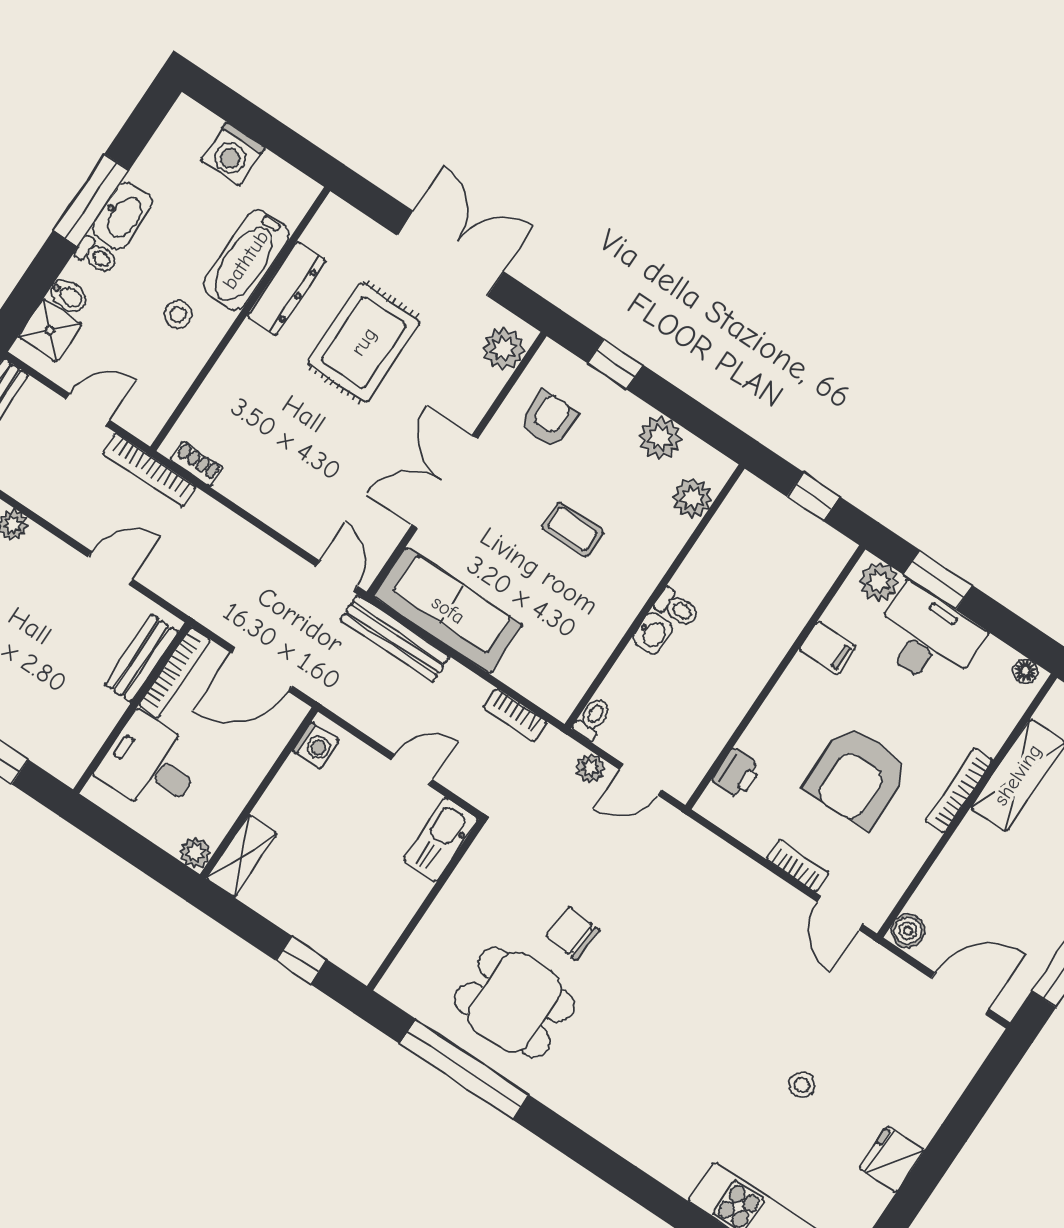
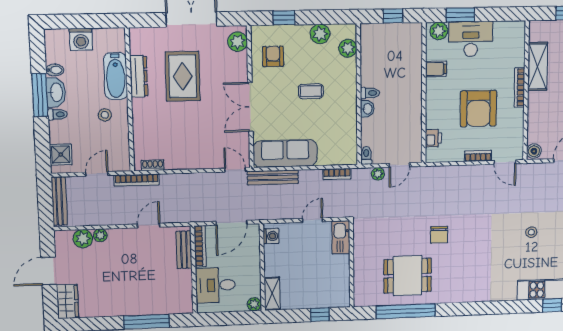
bidet: (68, 296) -> (55, 70), moved
floor lamp: (1025, 671) -> (515, 26), removed
chair: (573, 933) -> (439, 235), moved, turned -95

